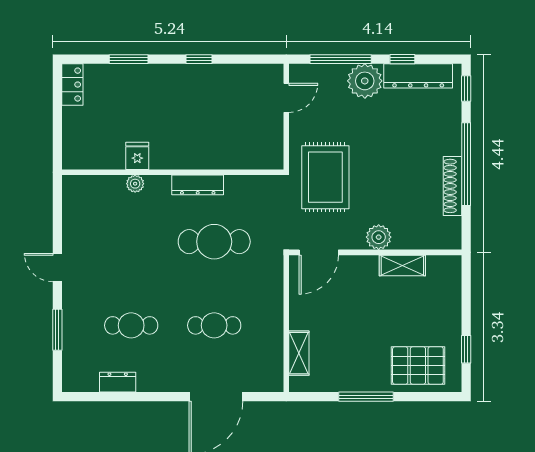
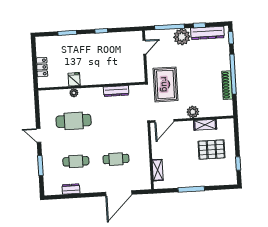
locker: (72, 85) -> (42, 67), moved
dresser: (198, 185) -> (116, 91), moved
cafe table: (214, 242) -> (74, 121), moved
pallet: (418, 366) -> (211, 150), moved

